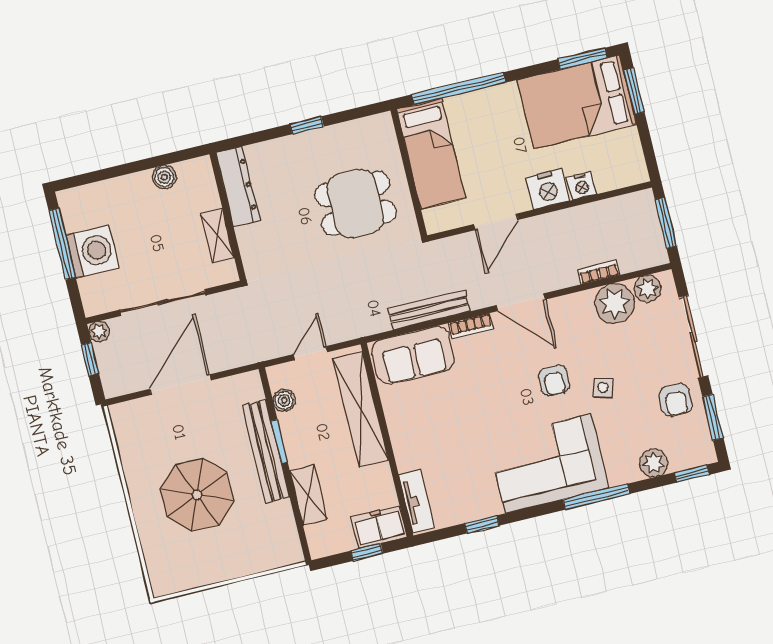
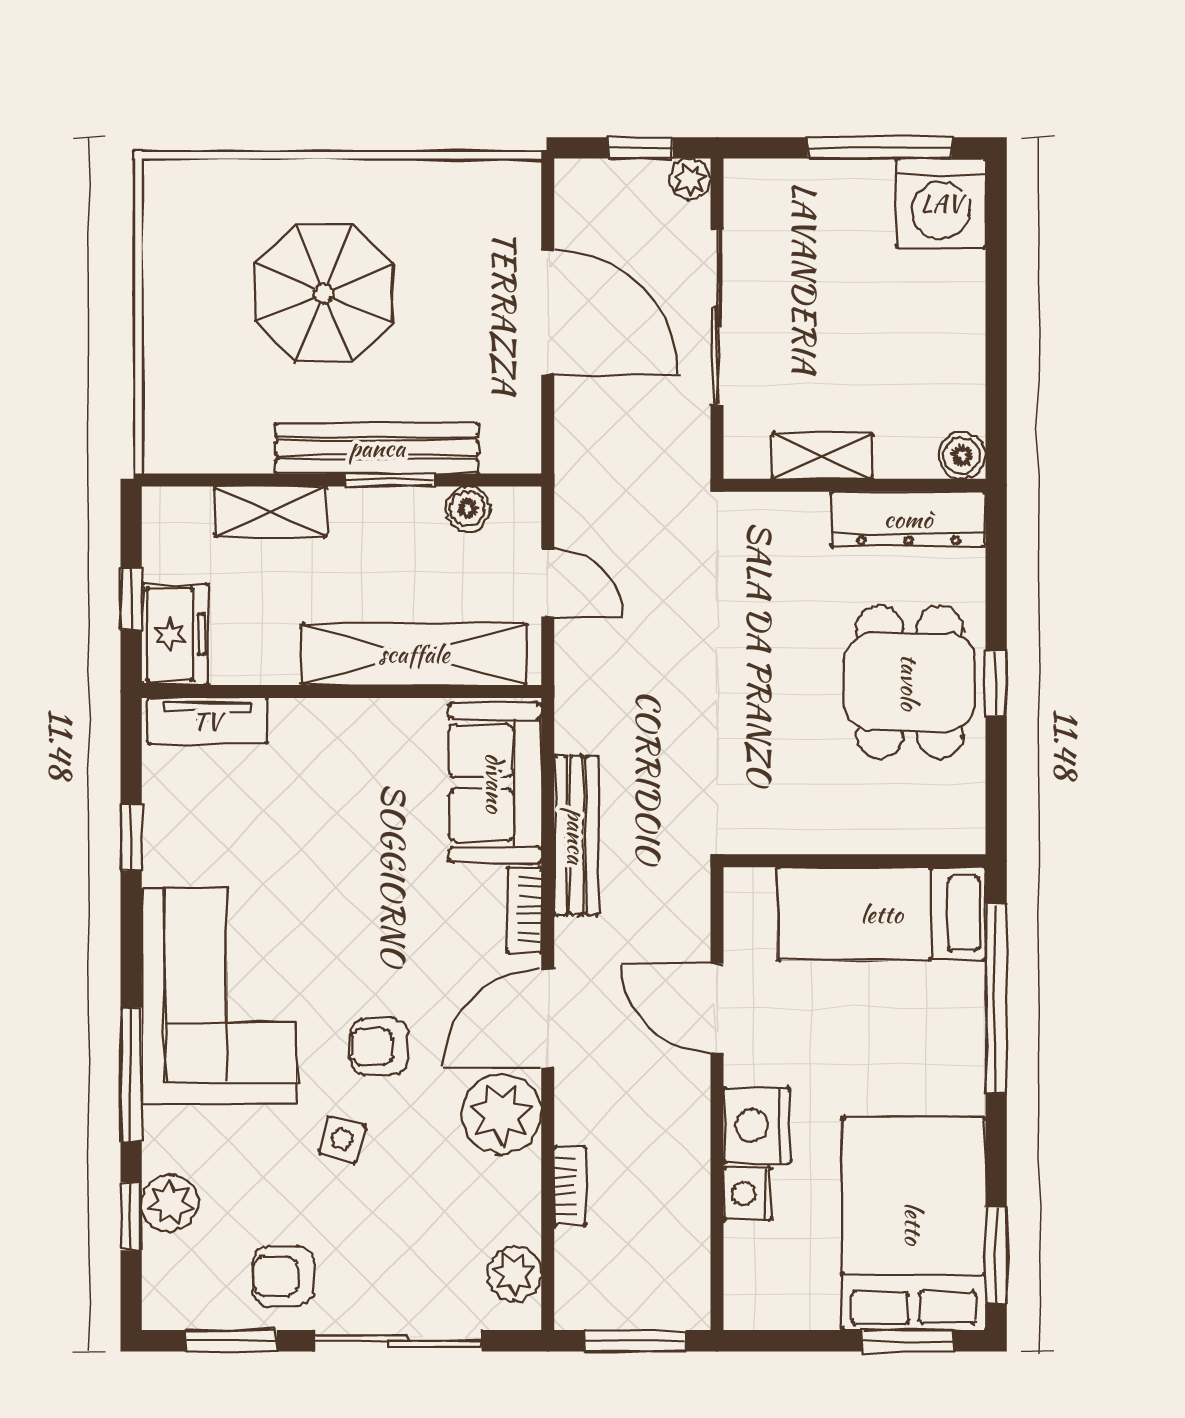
boiler: (164, 177) -> (962, 455), moved
dining table: (355, 203) -> (910, 682), moved
washing machine: (92, 251) -> (941, 203), moved
plant: (615, 303) -> (501, 1114), moved
window: (692, 474) -> (131, 1216), moved

